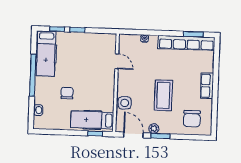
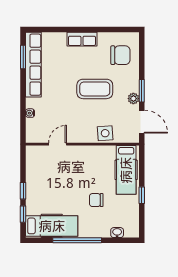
window: (95, 134) -> (142, 195), moved
door: (134, 135) -> (142, 122), swing flipped

